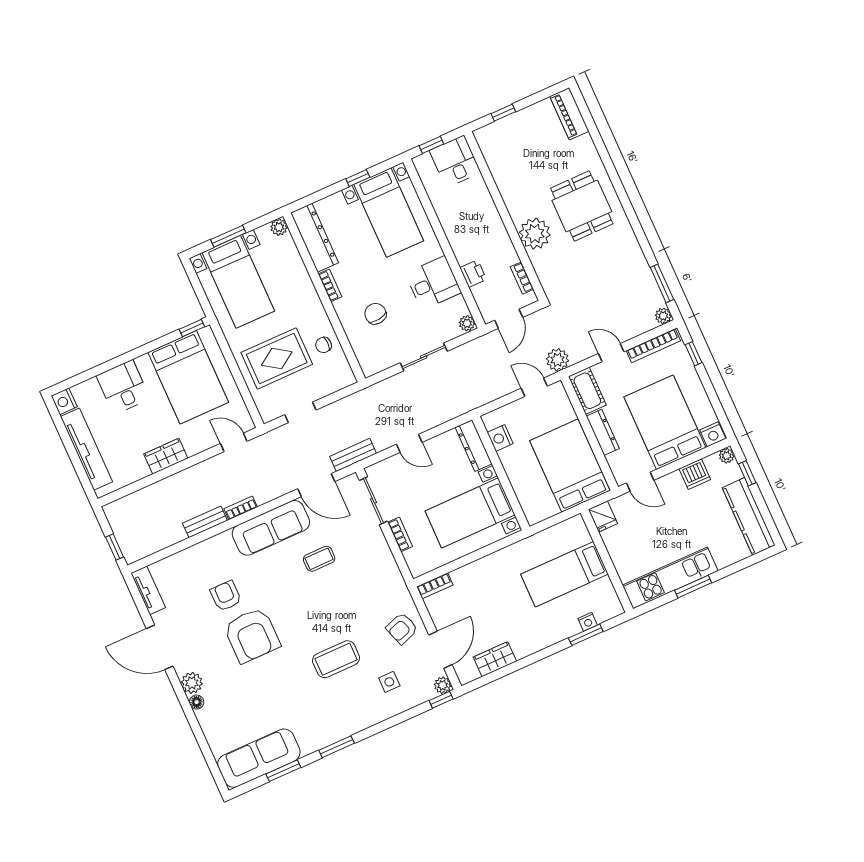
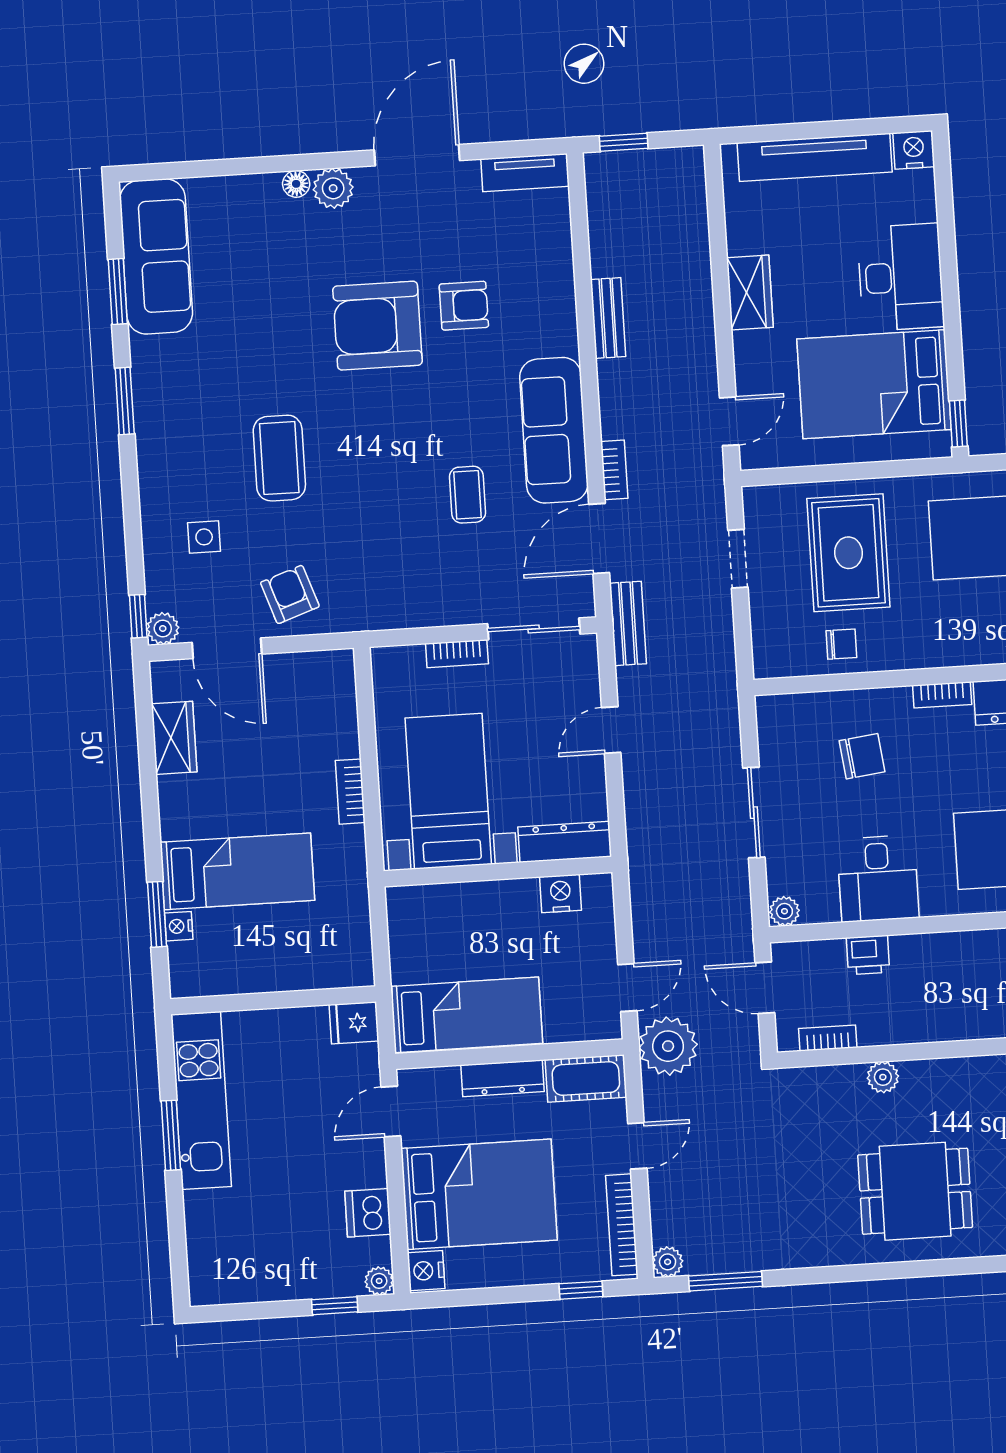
plant: (535, 234) -> (883, 1077), width x0.53, depth x0.53
chair: (323, 345) -> (841, 644), turned 90
plant: (558, 360) -> (668, 1046), width x1.36, depth x1.36
desk: (123, 387) -> (901, 277), width x1.37
bed: (570, 466) -> (467, 1015), width x0.67
bookcase: (241, 508) -> (614, 470), moved
kitchen counter: (749, 516) -> (258, 1280), removed
bed: (565, 574) -> (237, 871), moved, turned 90
bookcase: (435, 586) -> (350, 792), moved

